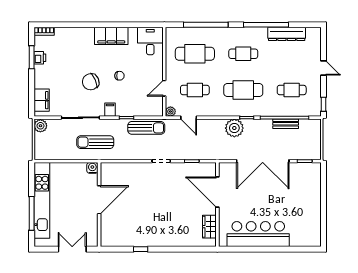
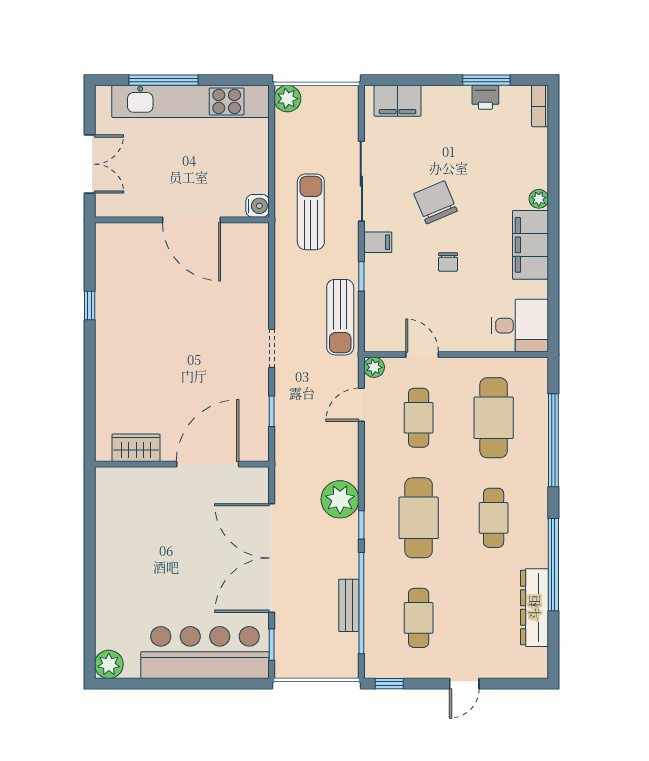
plant: (89, 32) -> (539, 199), added
plant: (40, 126) -> (287, 99), moved
bar counter: (258, 234) -> (205, 653), moved, turned -90
plant: (314, 240) -> (109, 664), added

